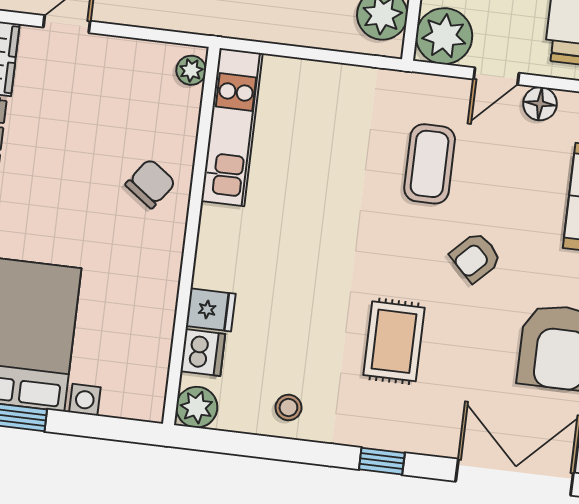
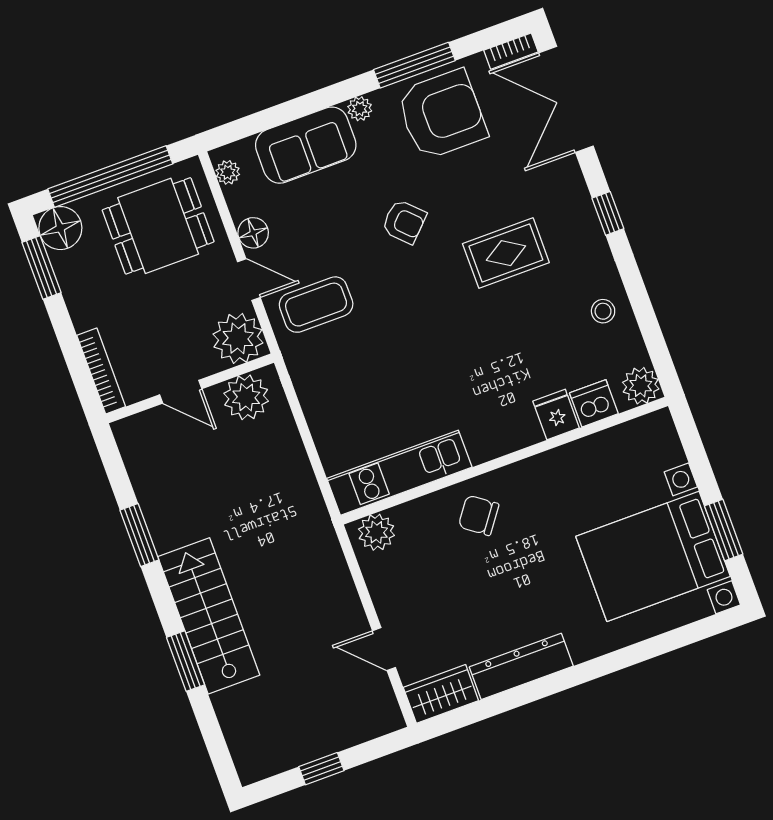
plant: (191, 70) -> (376, 532), width x1.38, depth x1.38
coffee table: (430, 164) -> (316, 305), moved

